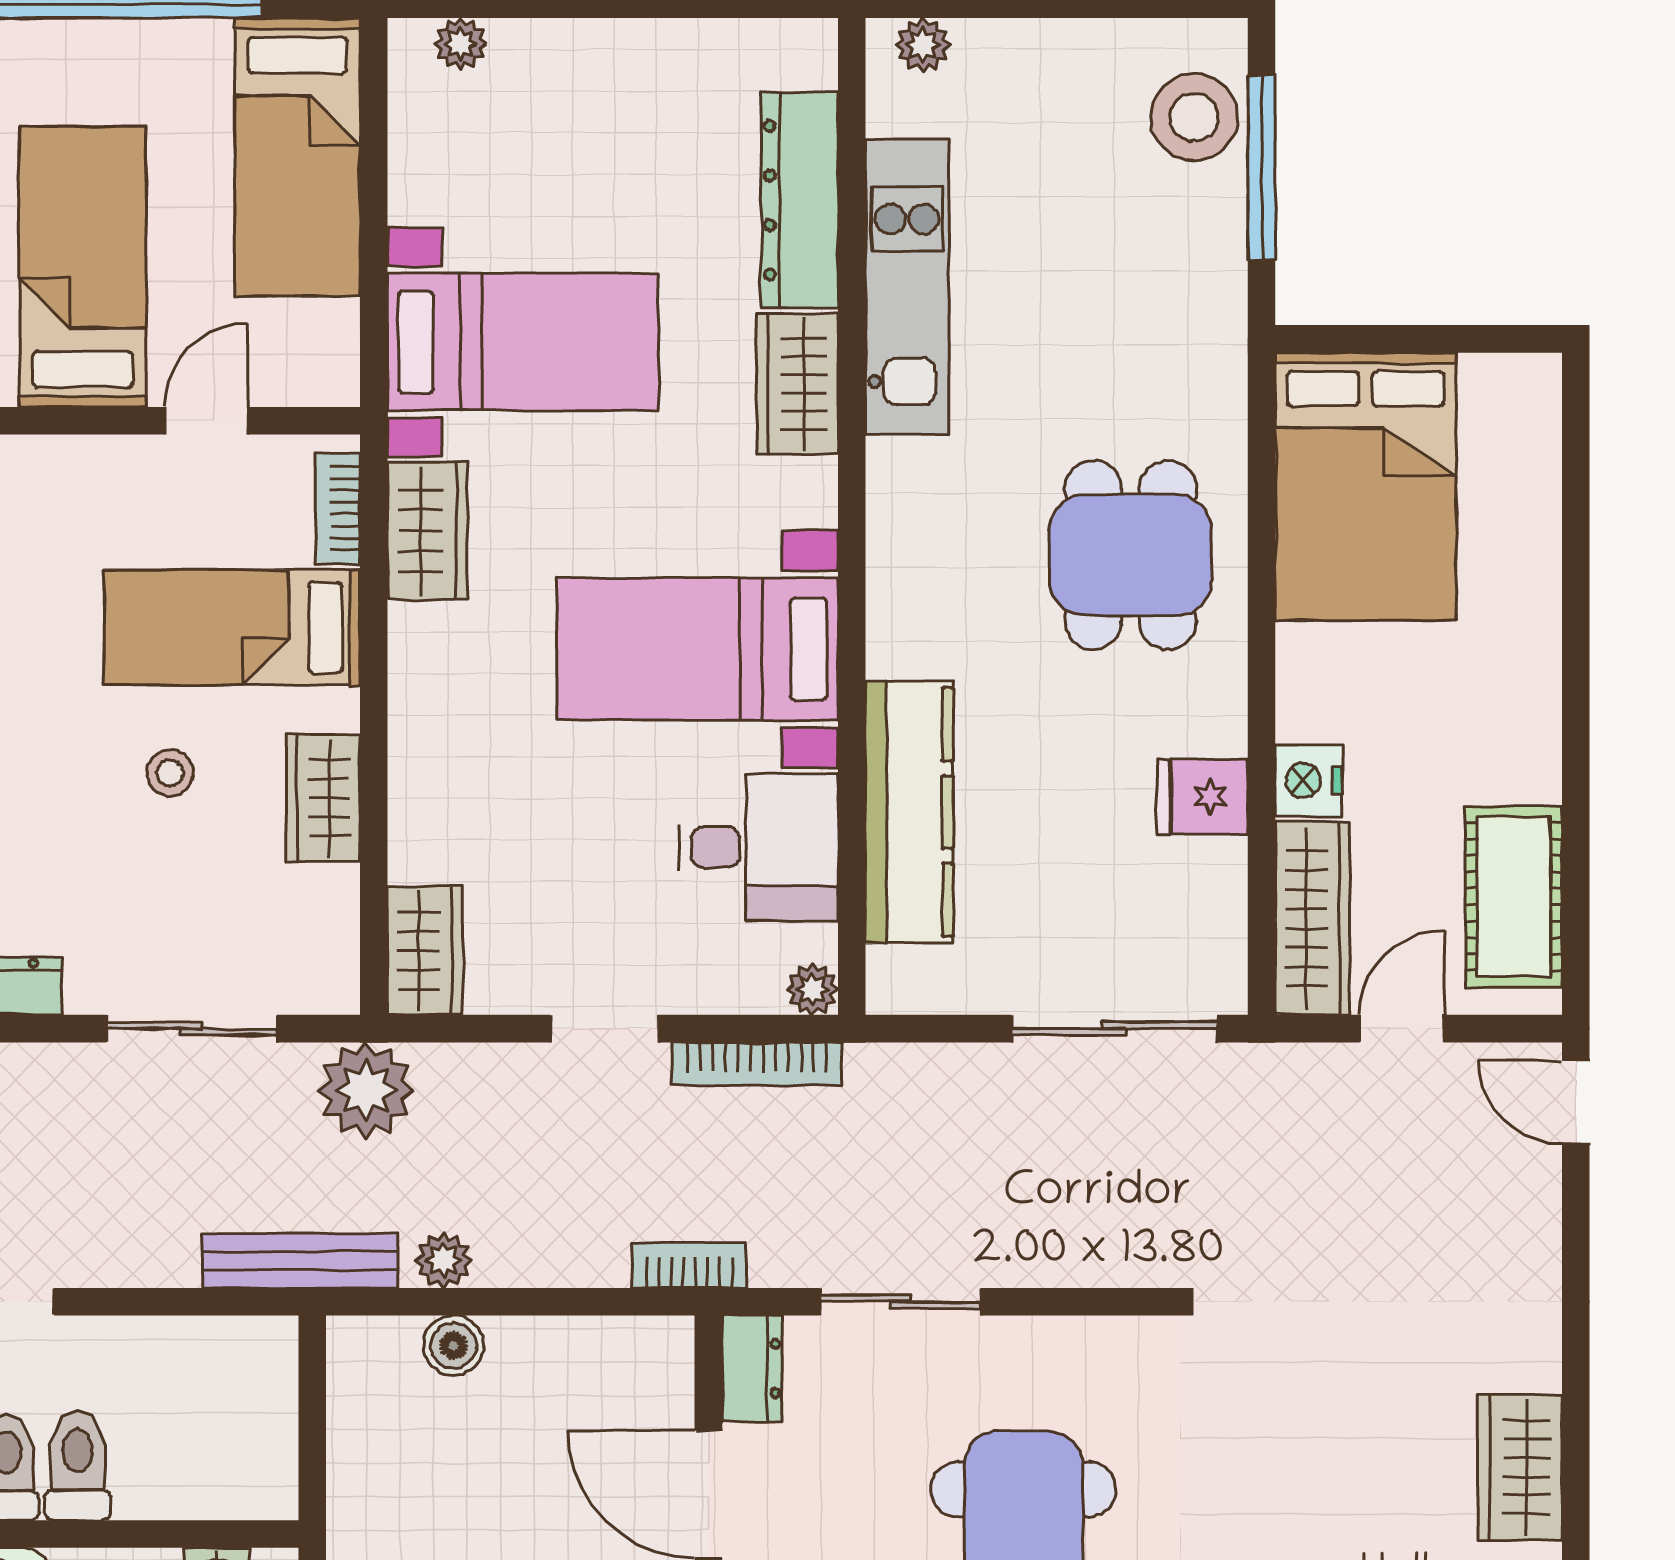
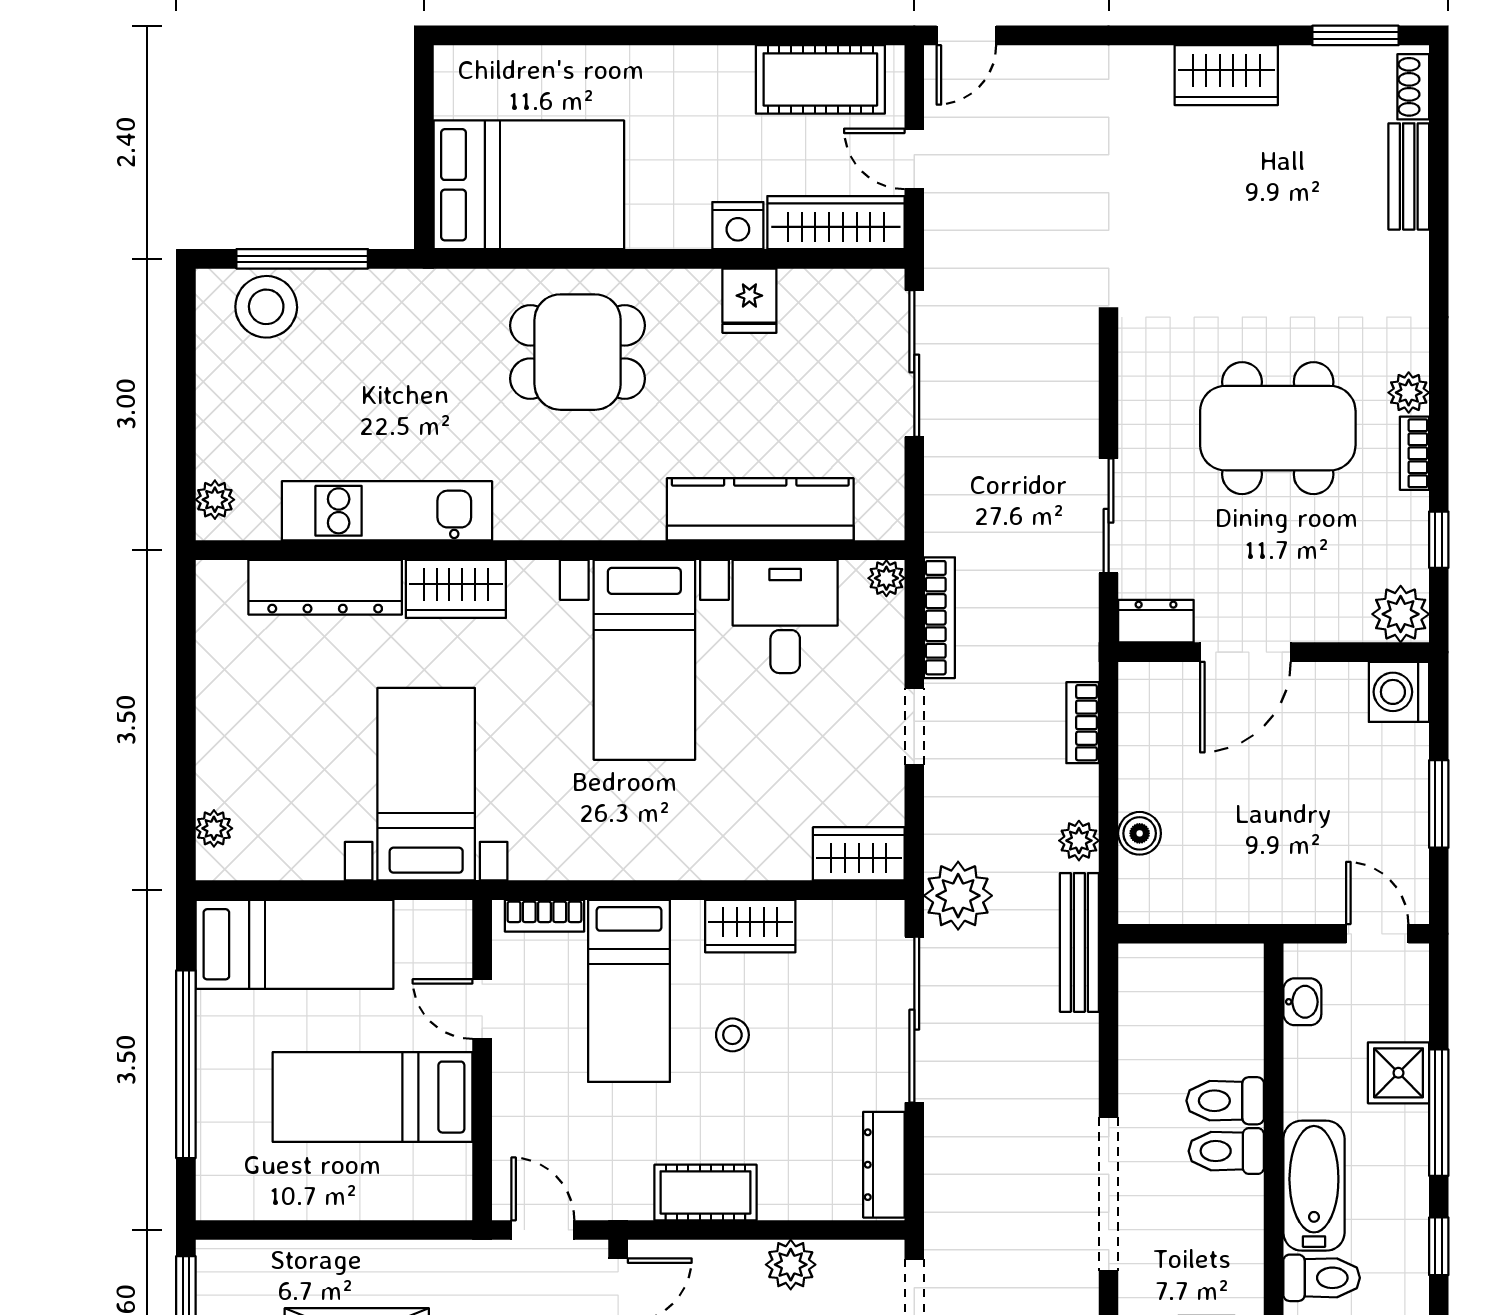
wardrobe: (427, 531) -> (560, 852), removed
sliding door: (192, 1029) -> (914, 1020), width x1.37
bookcase: (689, 1265) -> (1083, 723), moved

